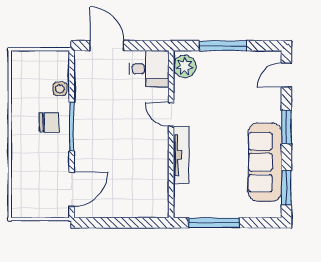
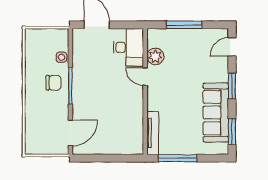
plant: (185, 66) -> (155, 57), moved
desk: (149, 69) -> (129, 47), width x1.37
tv unit: (181, 155) -> (153, 133), moved

